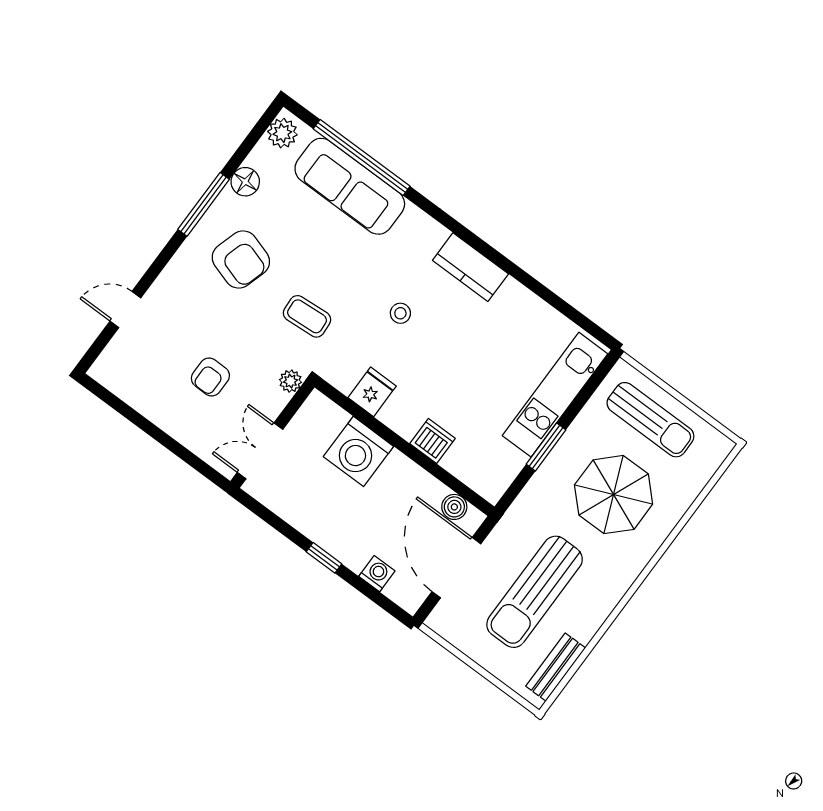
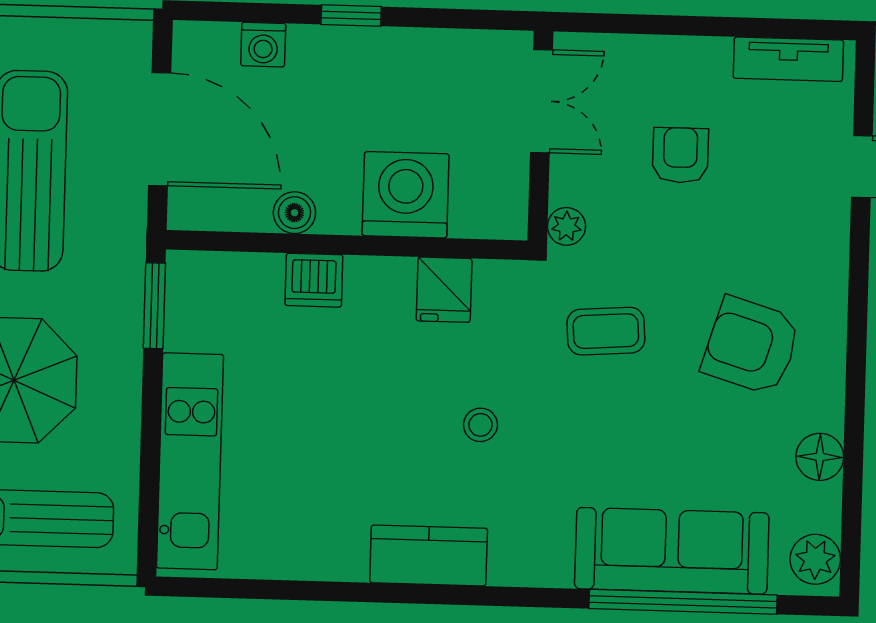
window: (204, 204) -> (855, 386), removed
tv unit: (125, 387) -> (788, 59), added
window: (546, 447) -> (154, 306), moved
boiler: (454, 507) -> (294, 213), moved

